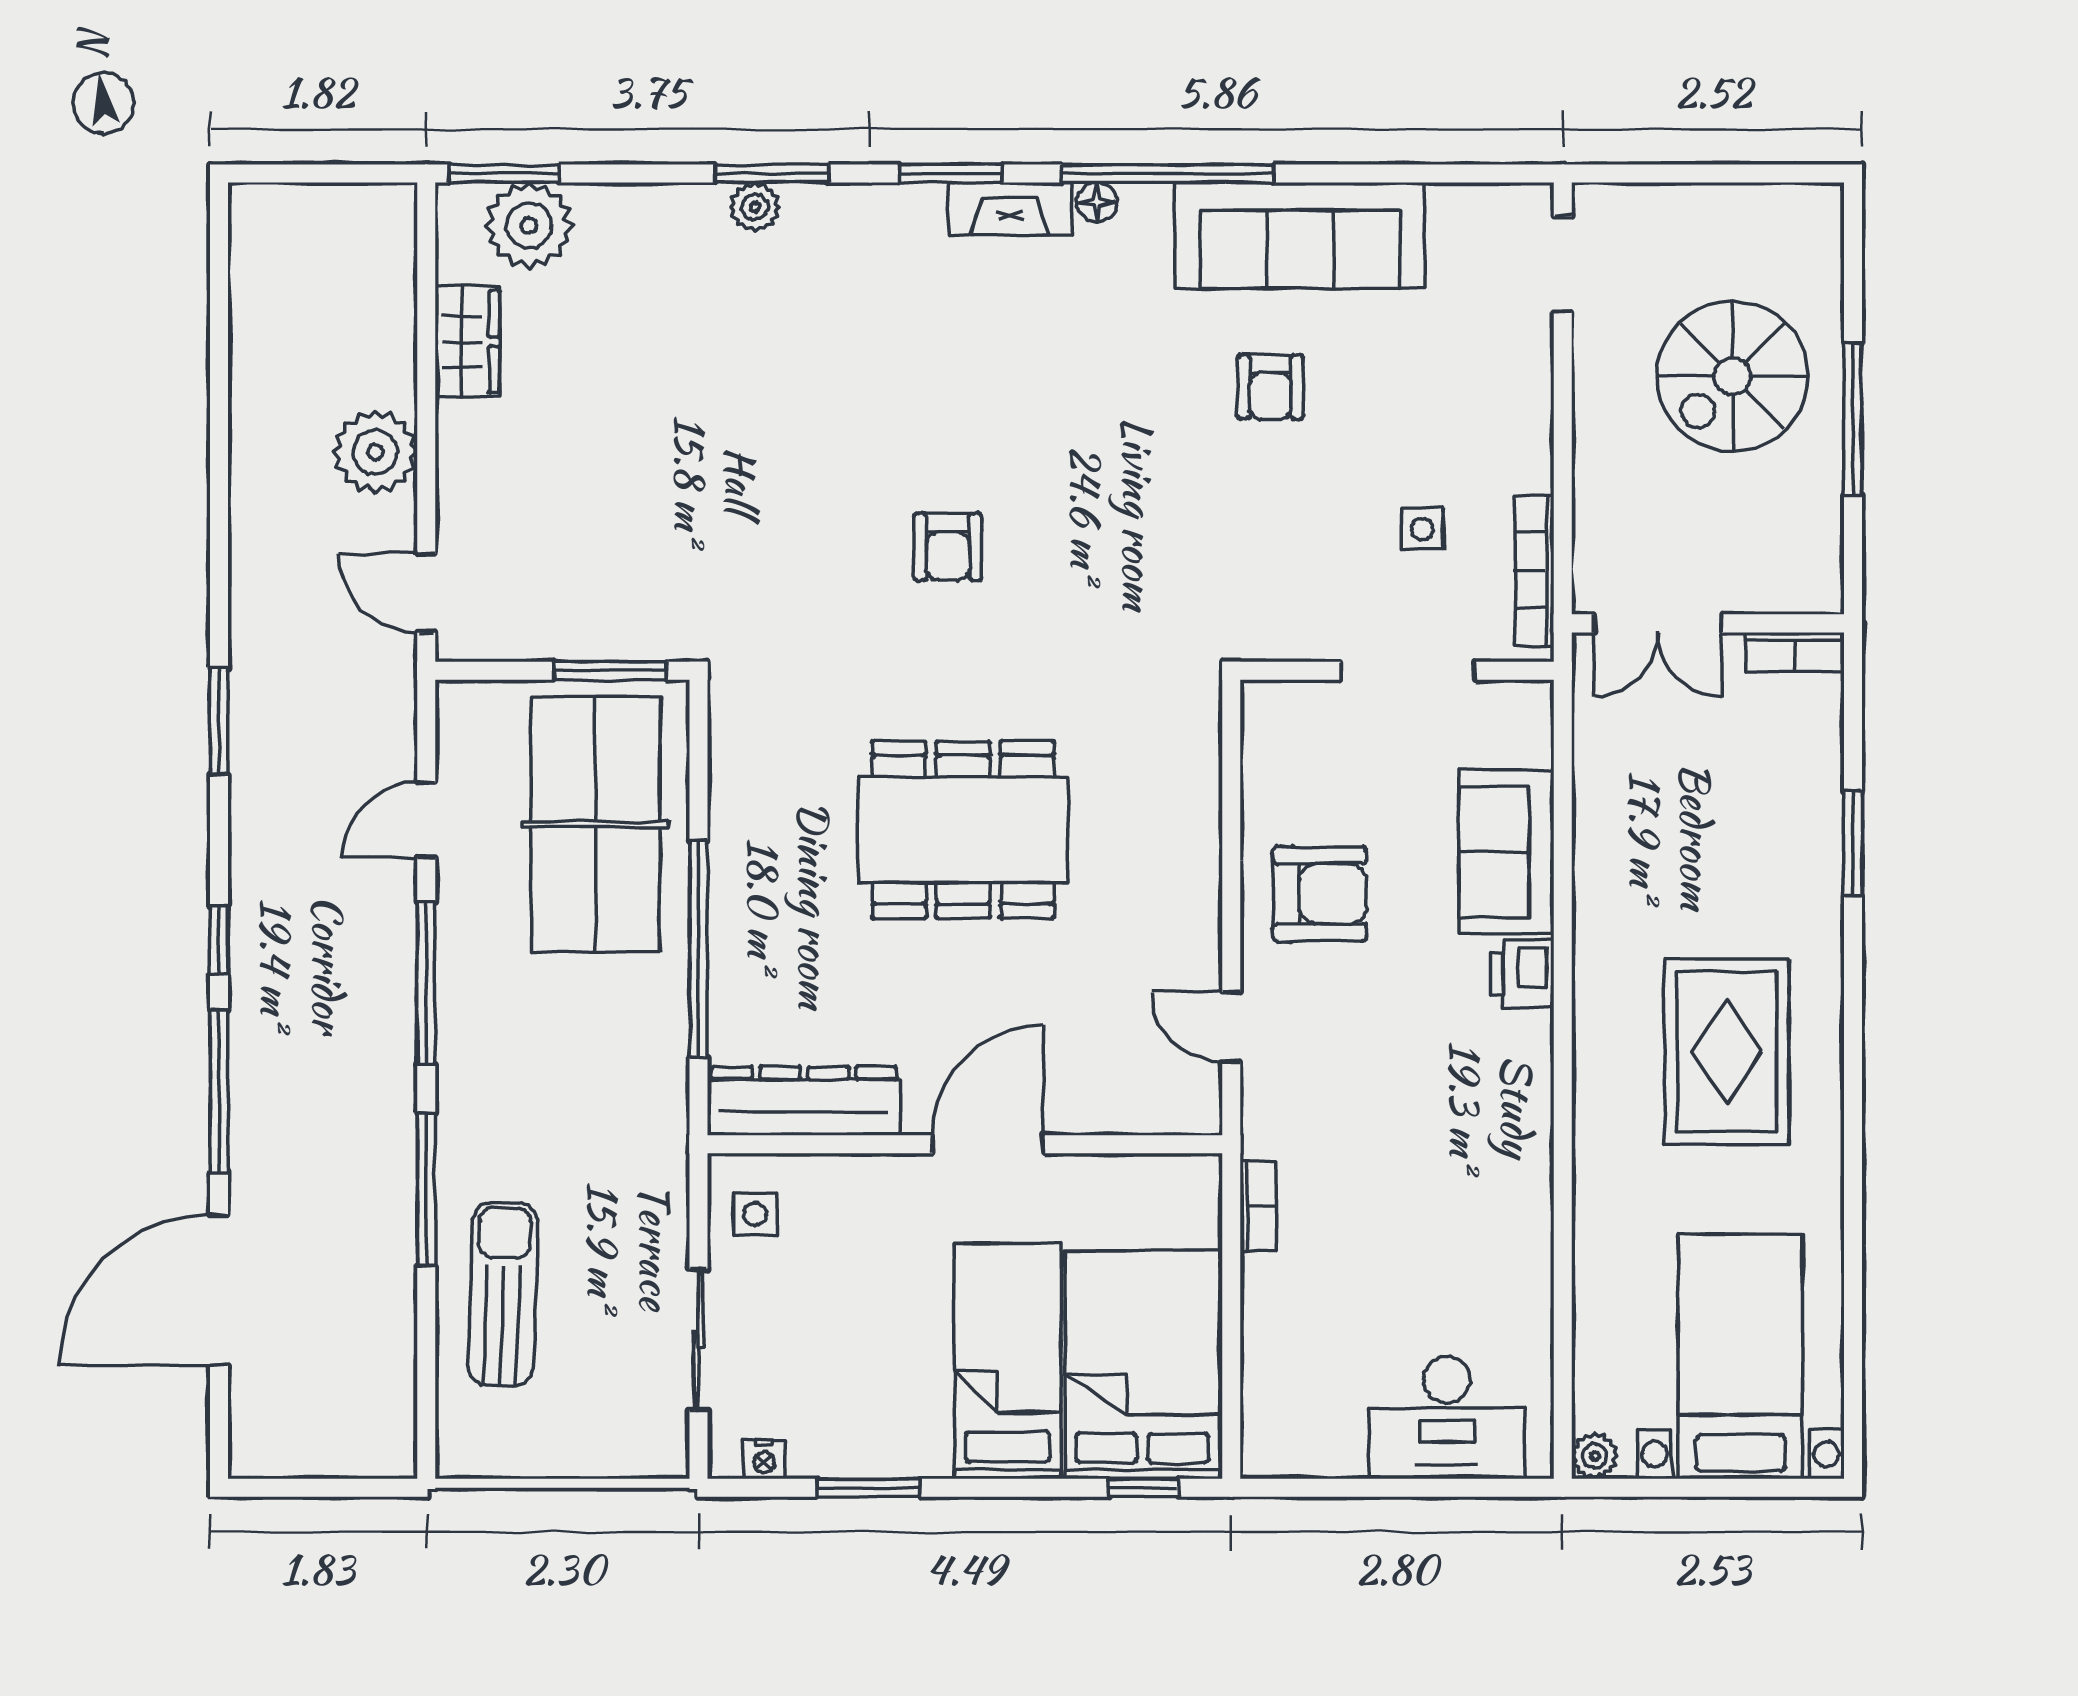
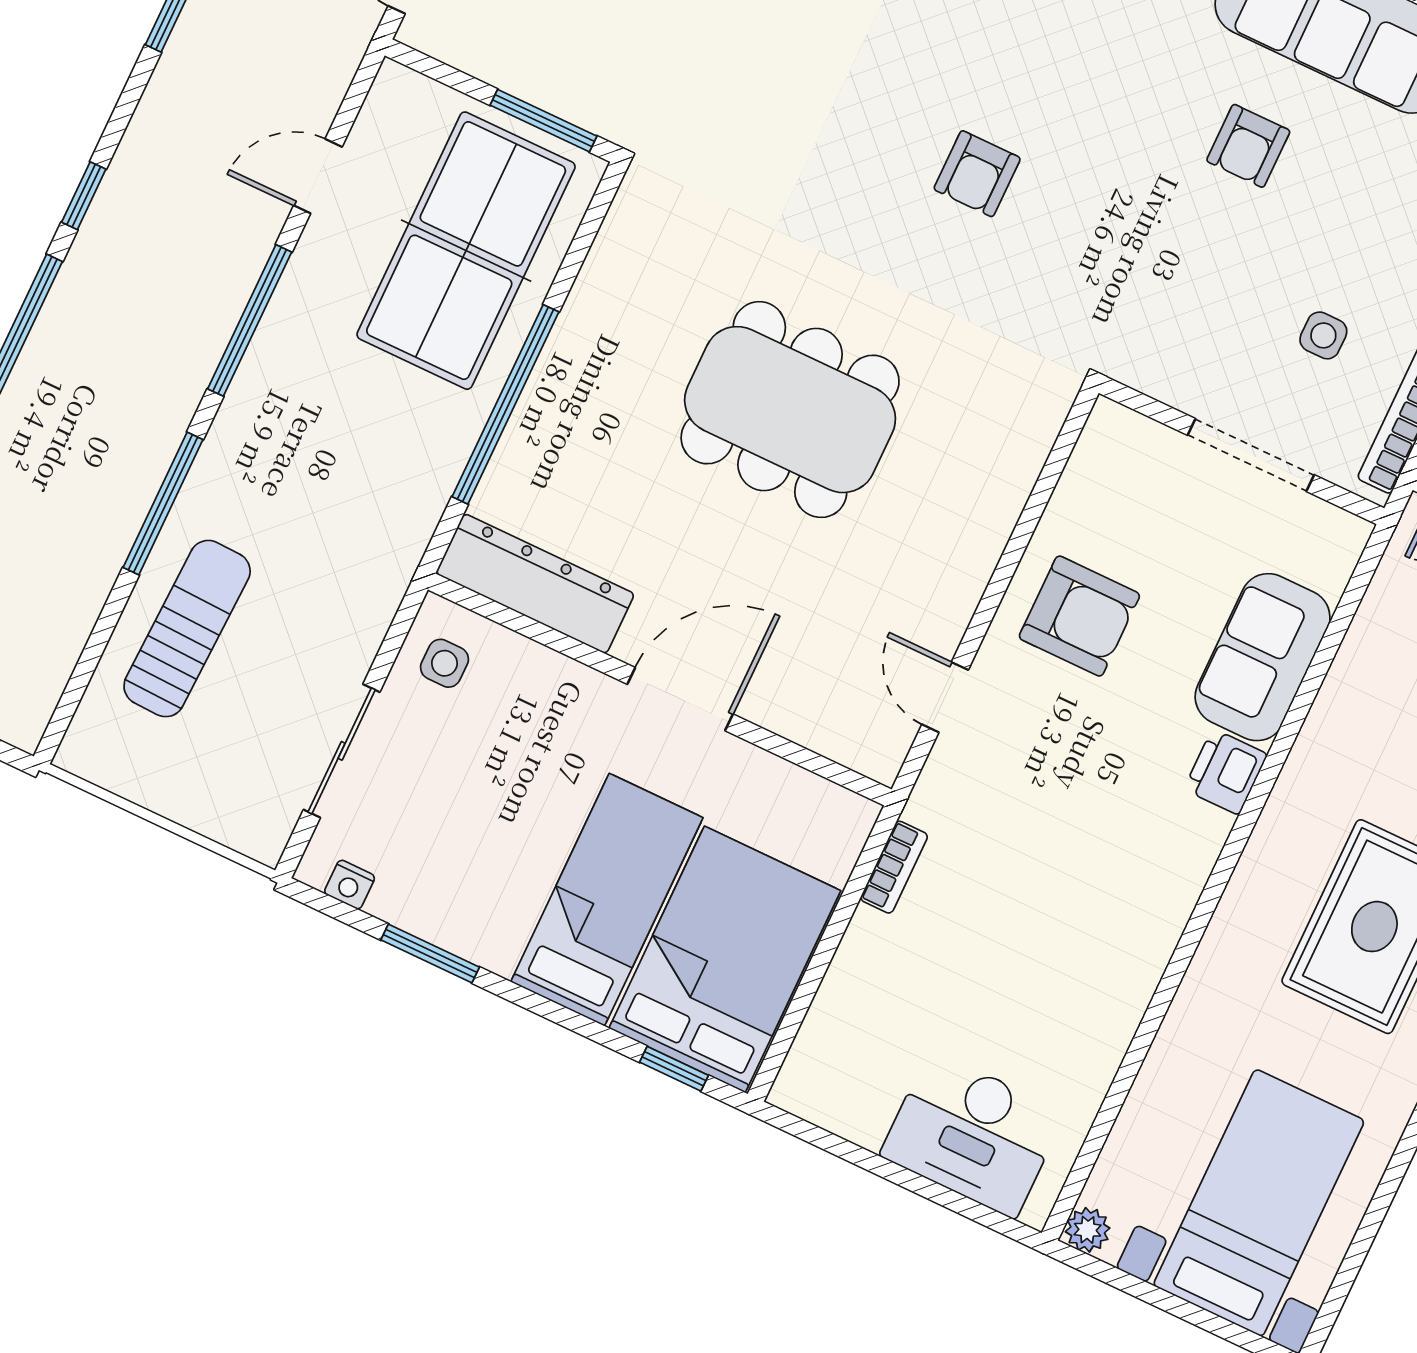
armchair: (948, 547) -> (977, 174), moved

